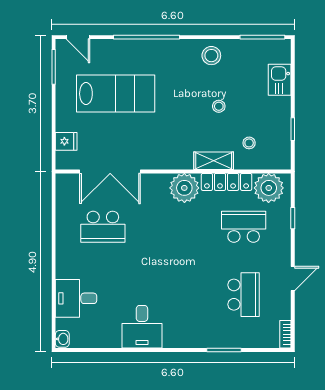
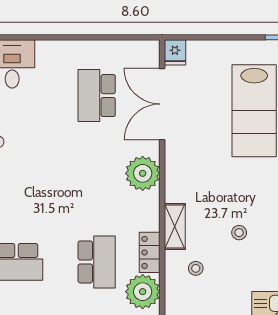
fridge: (66, 141) -> (175, 52), moved
locker: (227, 182) -> (150, 252), width x0.66
plant: (184, 188) -> (143, 173), moved

